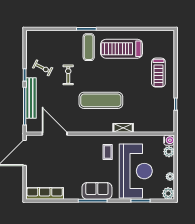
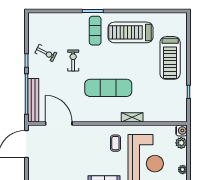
treadmill: (158, 73) -> (170, 58), width x1.37, depth x1.38
bench: (31, 98) -> (33, 100), moved

